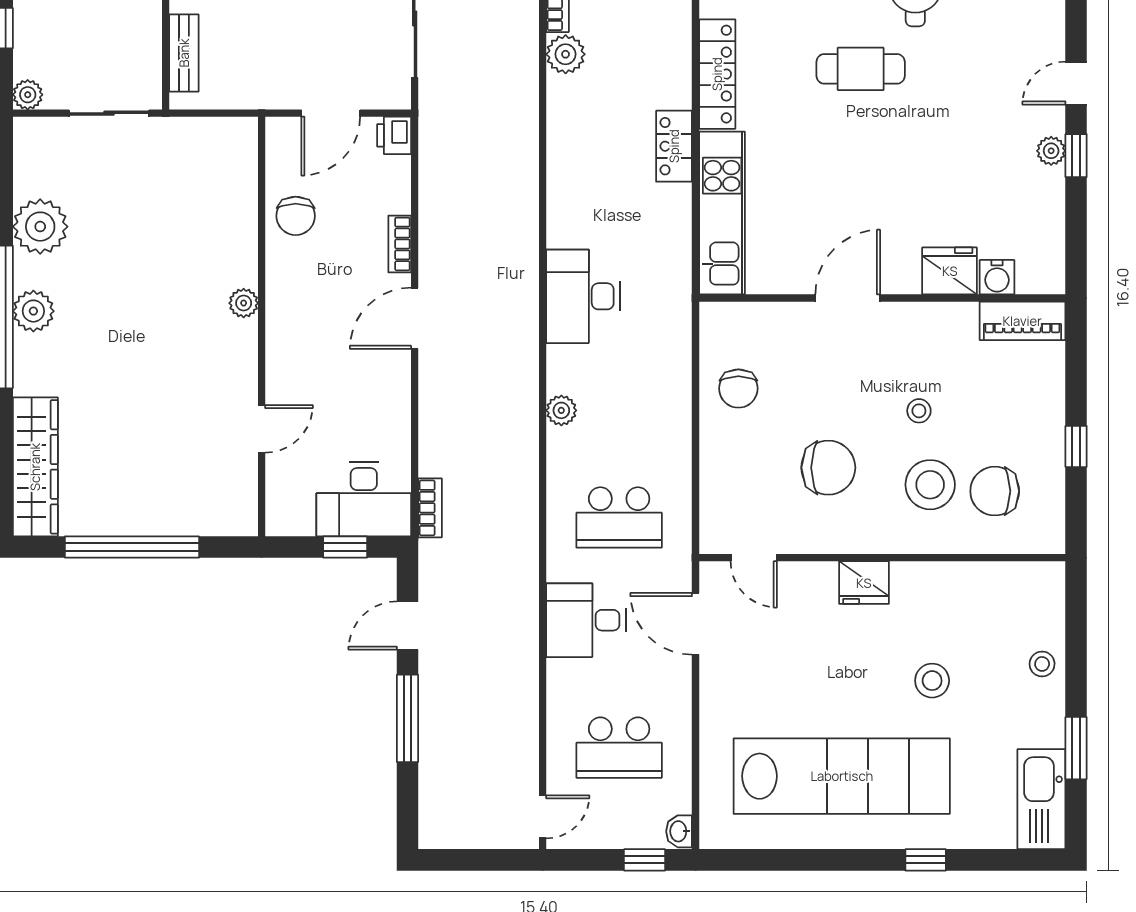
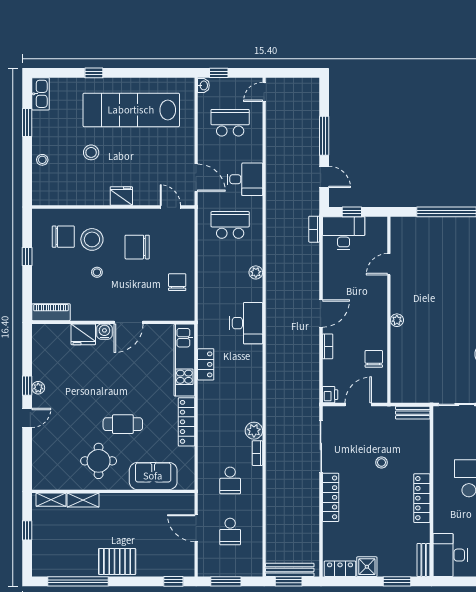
bench: (184, 53) -> (413, 413), moved, turned 90
locker: (674, 146) -> (206, 364), moved
water cooler: (997, 277) -> (104, 332), moved
door: (407, 626) -> (324, 177), hinge flipped
kitchen sink: (1041, 799) -> (40, 94), width x0.73, depth x0.81

